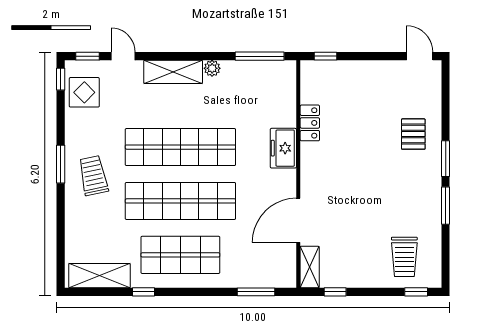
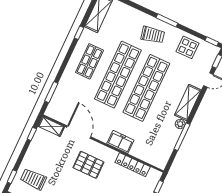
window: (260, 56) -> (182, 137), moved
display table: (84, 92) -> (188, 47), moved
locker: (310, 123) -> (133, 165), width x1.53
pallet: (342, 181) -> (88, 165), added
shop shelf: (180, 255) -> (89, 61), width x0.70, depth x0.74

